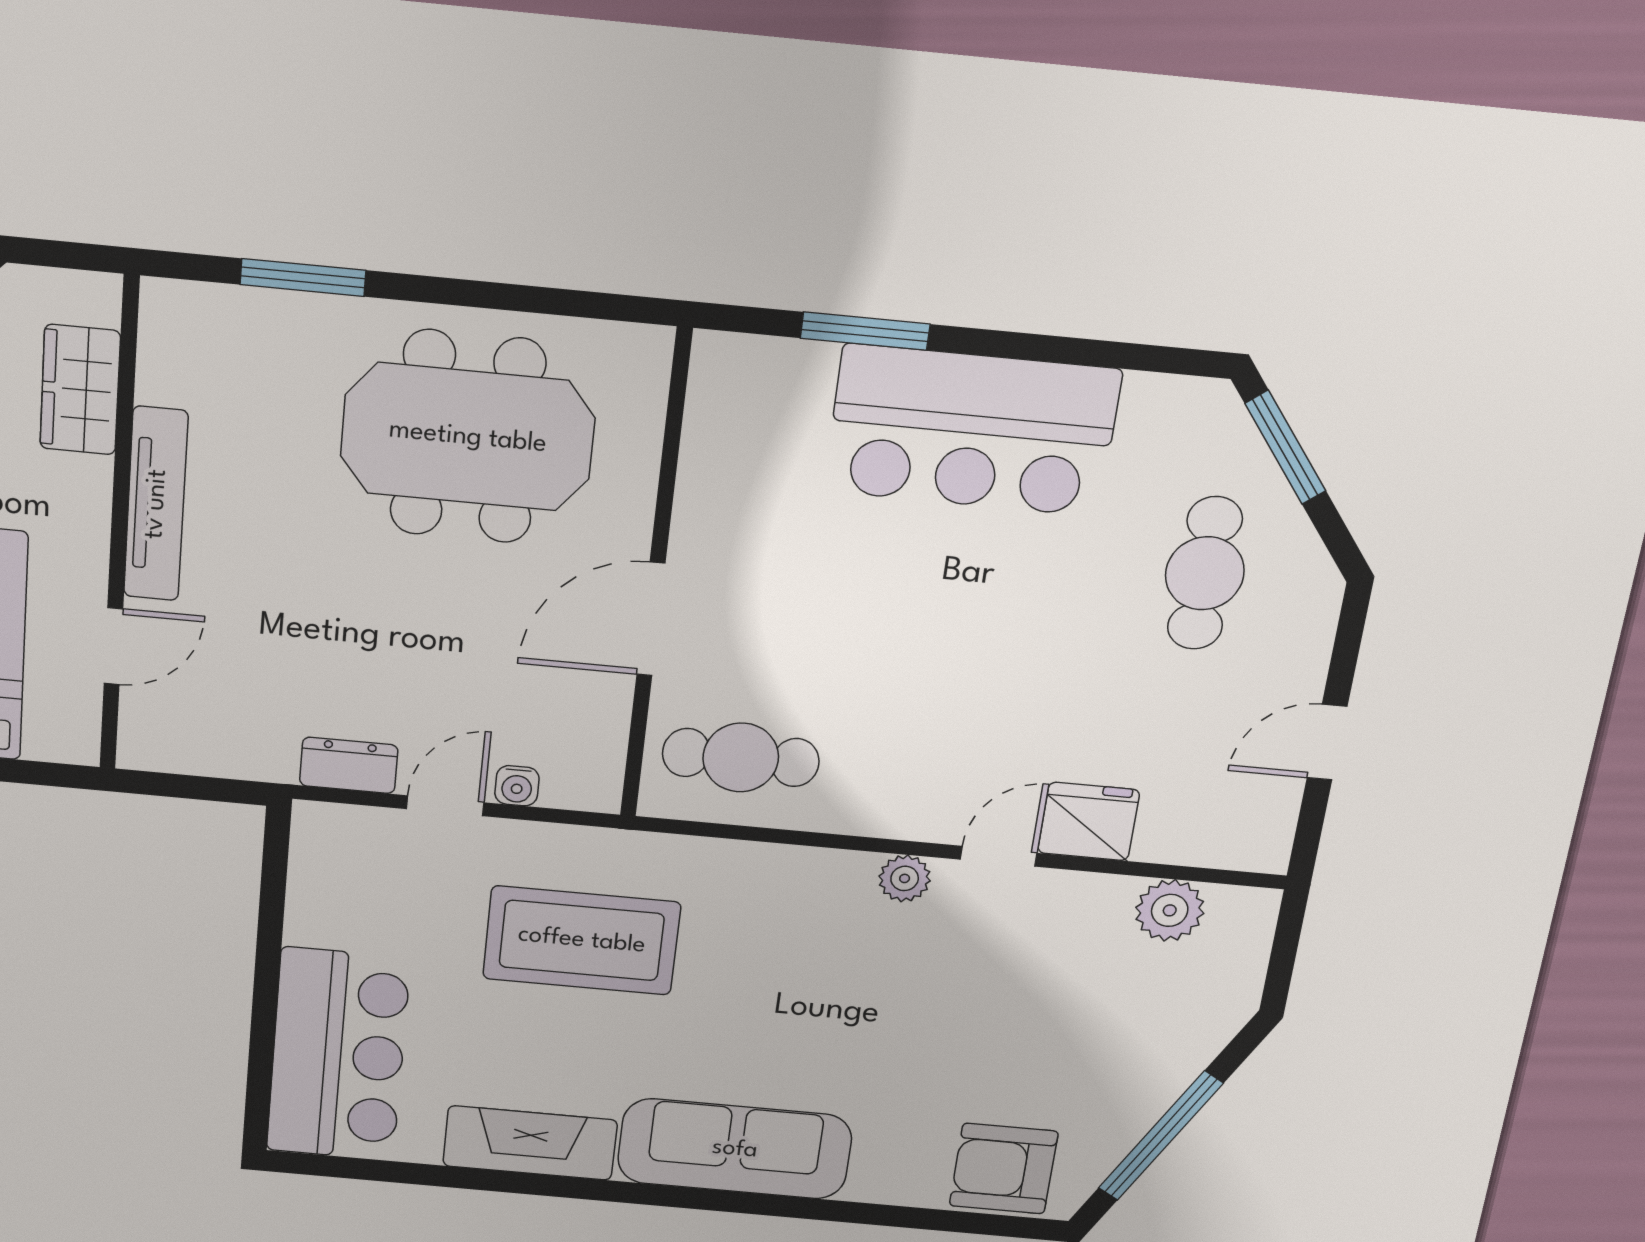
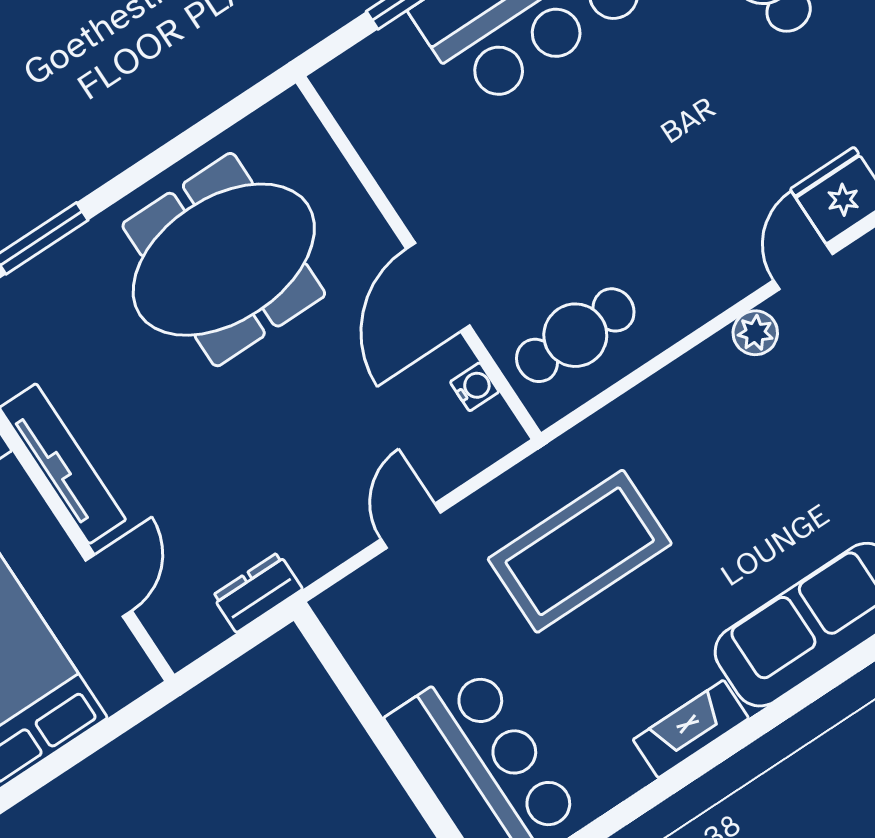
dresser: (349, 765) -> (257, 592), moved
water cooler: (517, 786) -> (475, 387), moved, turned -90
fireplace: (530, 1143) -> (691, 729), width x0.73, depth x0.76

